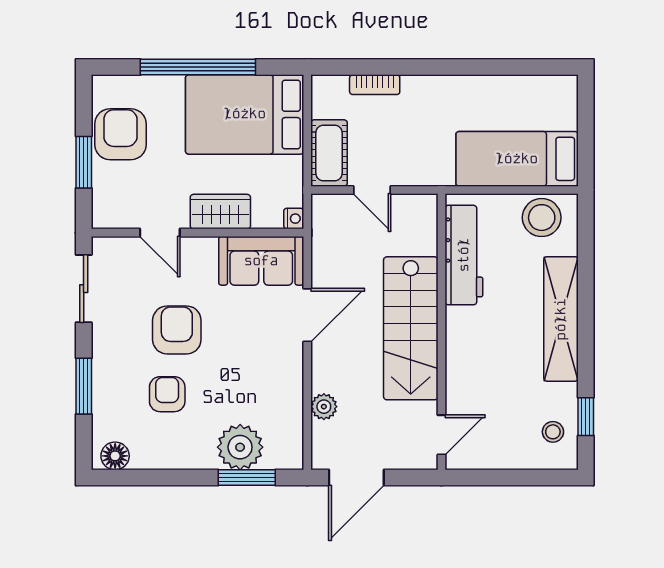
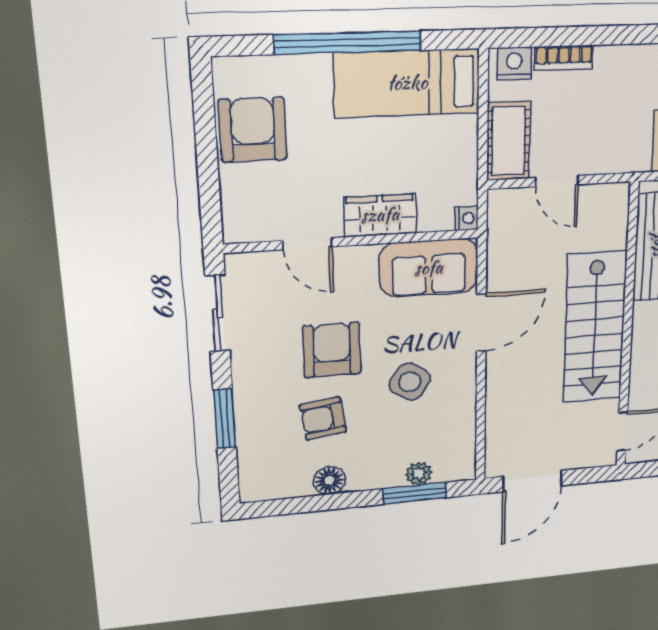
nightstand: (333, 88) -> (514, 63), added
bed: (245, 114) -> (407, 83), width x0.67
window: (84, 162) -> (208, 166), removed
side table: (244, 366) -> (410, 382), added
armchair: (167, 394) -> (323, 418), turned -98
plant: (324, 407) -> (499, 415), removed
plant: (240, 447) -> (419, 474), width x0.53, depth x0.53
floor lamp: (115, 456) -> (329, 481), moved

